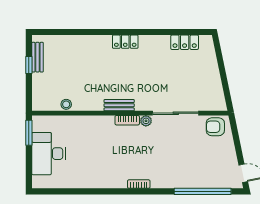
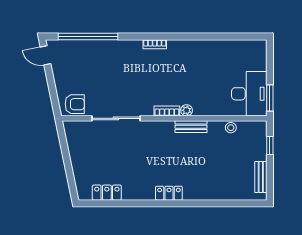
window: (29, 65) -> (270, 145), moved
bench: (119, 105) -> (191, 127), moved
plant: (146, 121) -> (187, 110), moved
desk: (49, 154) -> (249, 94), moved

